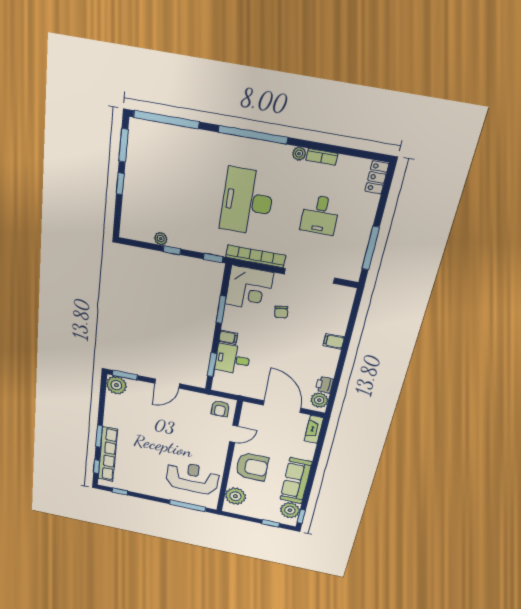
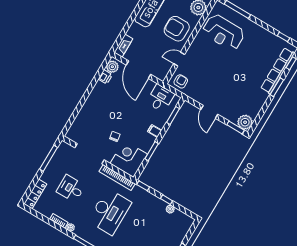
locker: (377, 177) -> (35, 194), width x1.53
desk: (320, 215) -> (71, 189), turned -90
filing cabinet: (334, 341) -> (89, 106), removed
desk: (233, 359) -> (160, 98), moved, turned -90
door: (167, 384) -> (209, 112), swing flipped

